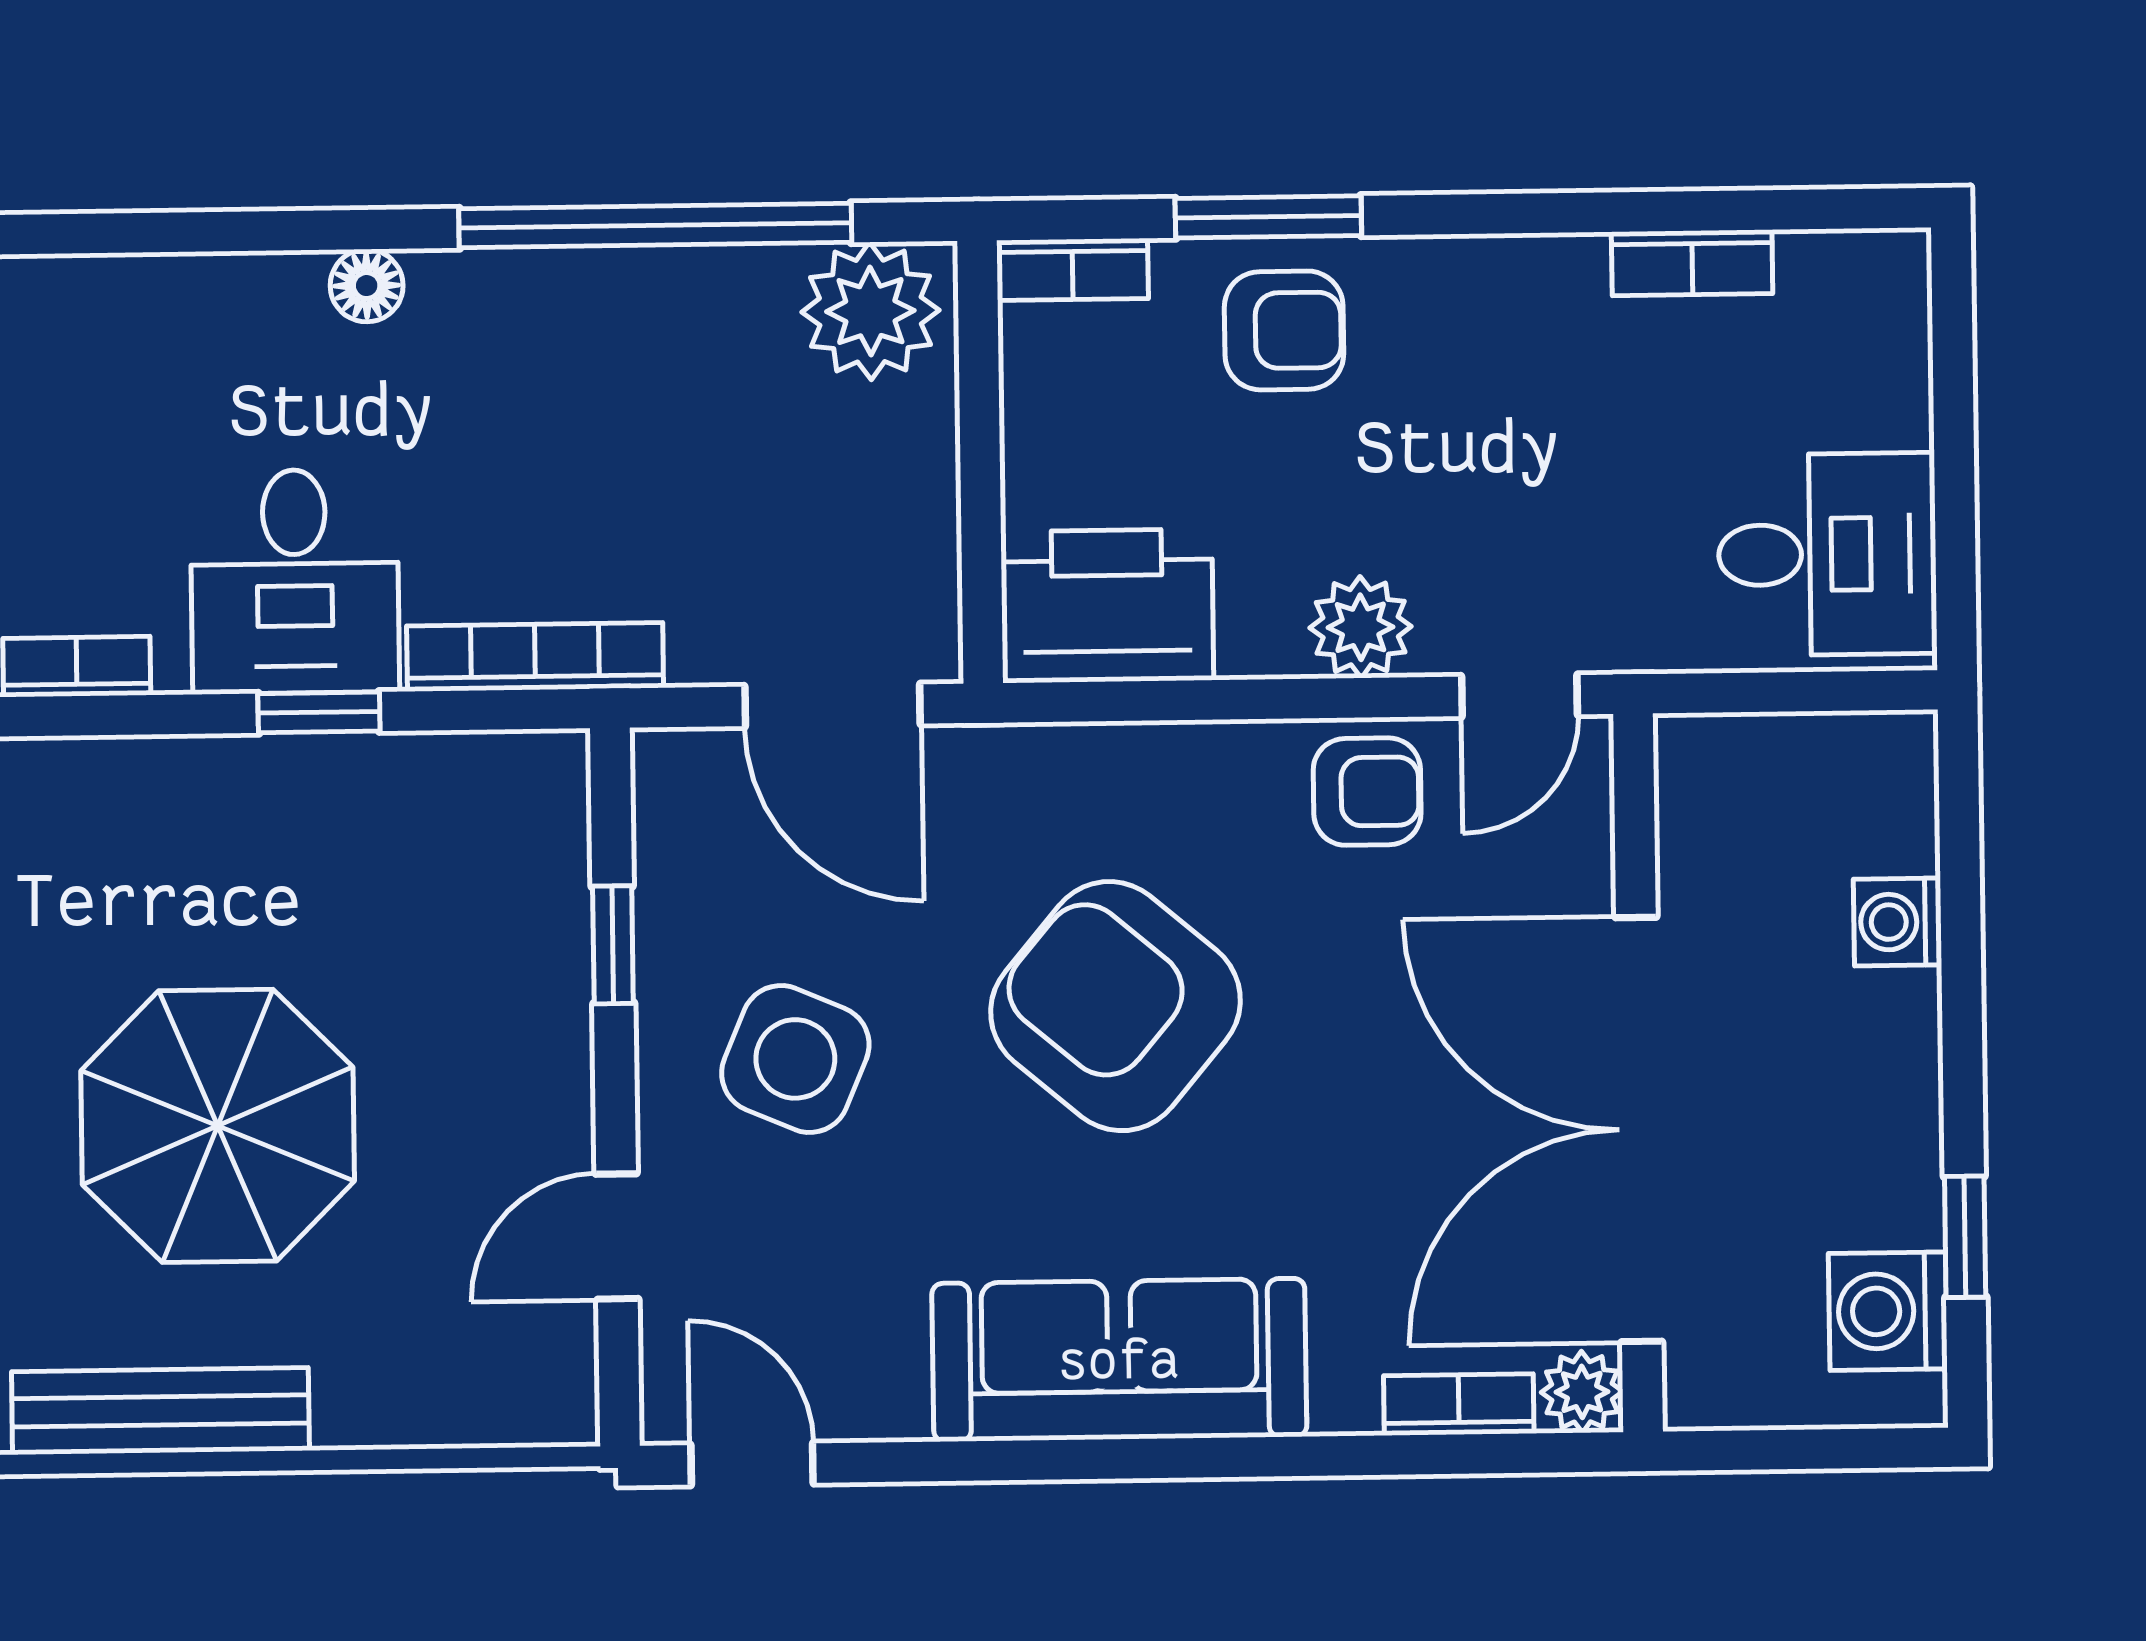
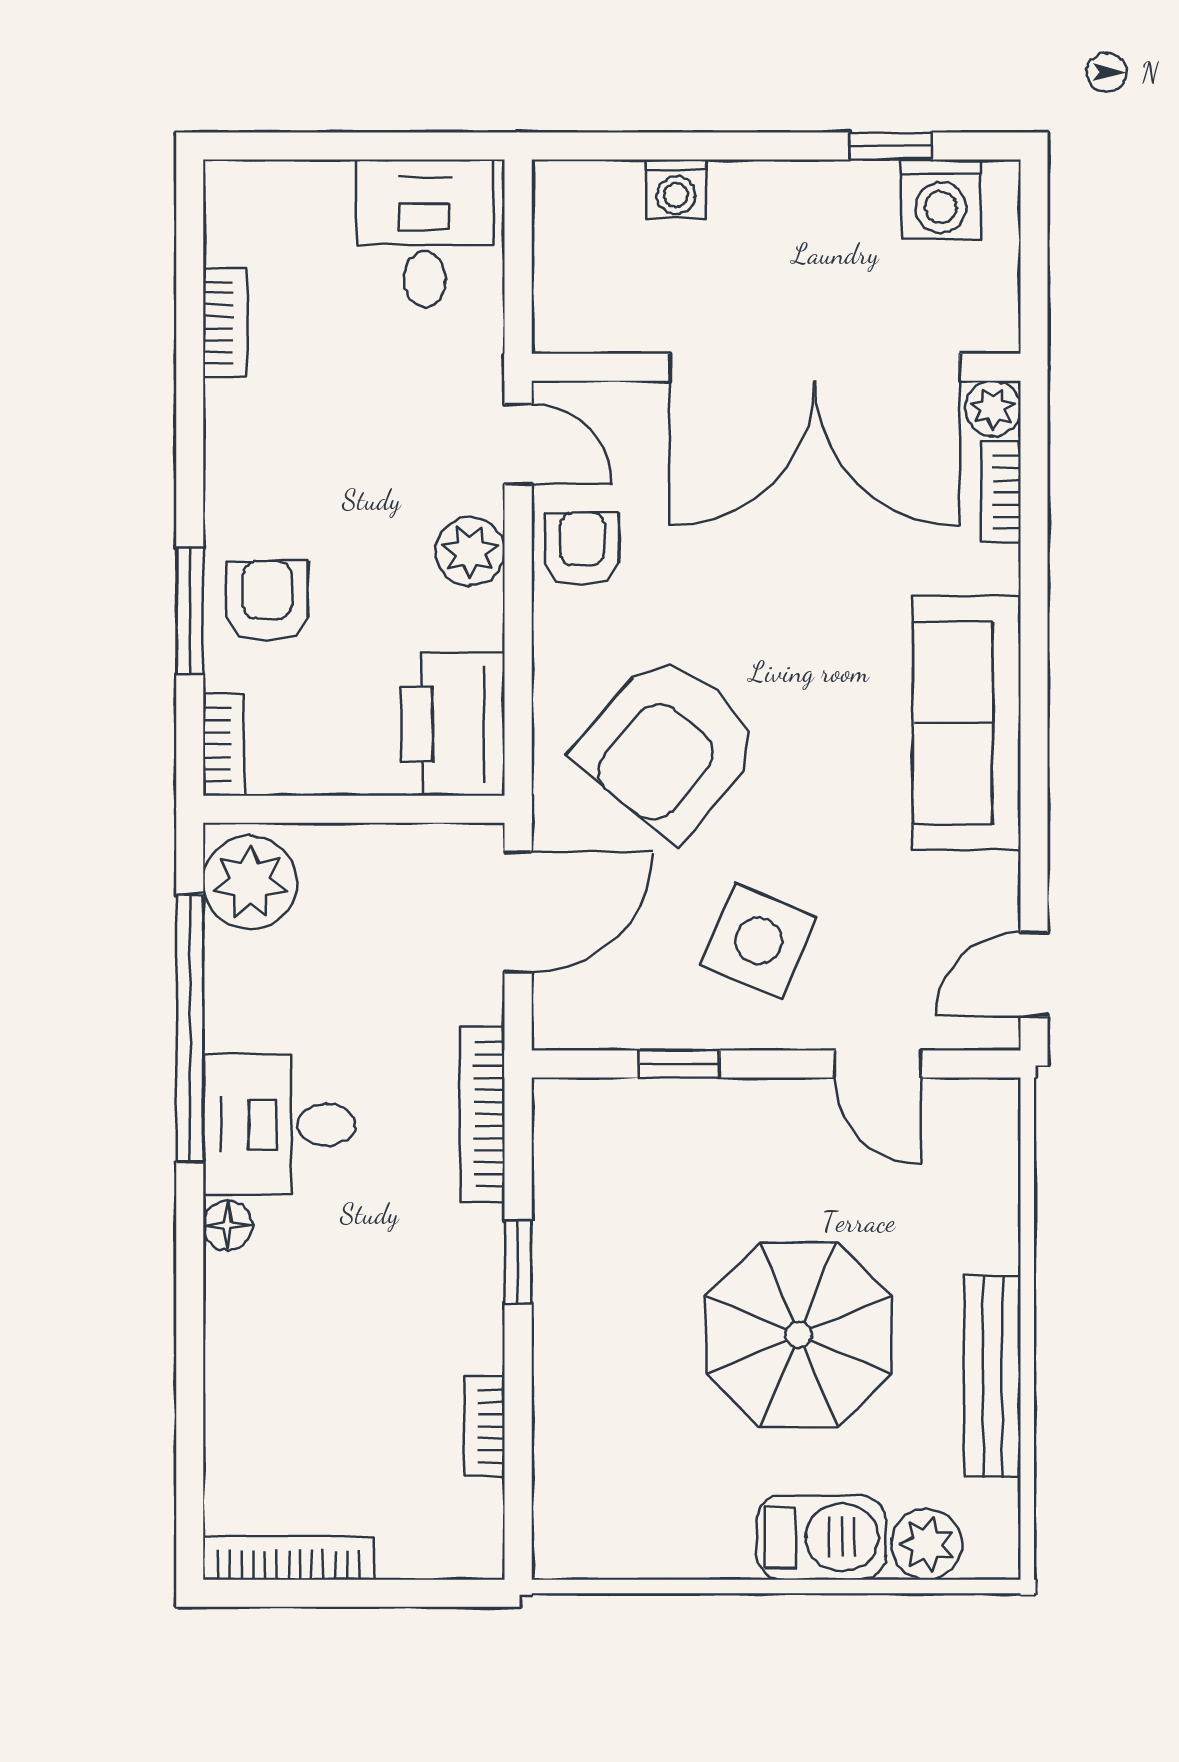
desk: (295, 581) -> (279, 1125), moved, turned 180
armchair: (1115, 1006) -> (669, 746), moved

